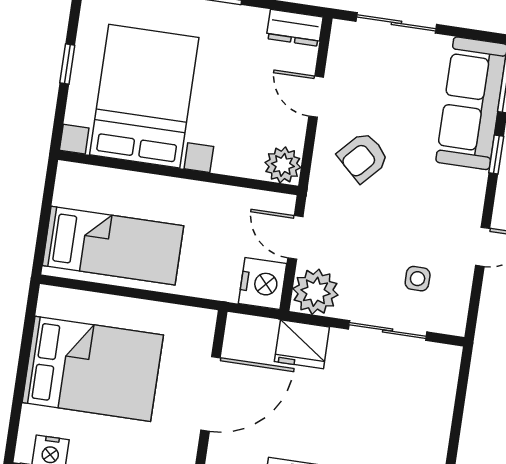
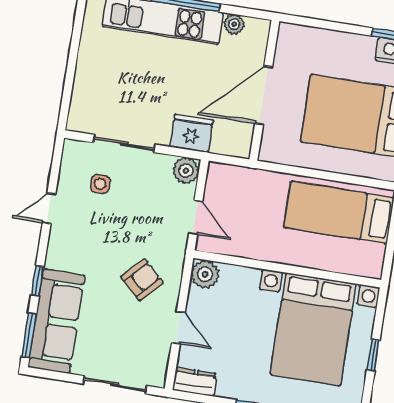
nightstand: (263, 284) -> (222, 181), removed
plant: (315, 292) -> (186, 170), width x0.73, depth x0.73

